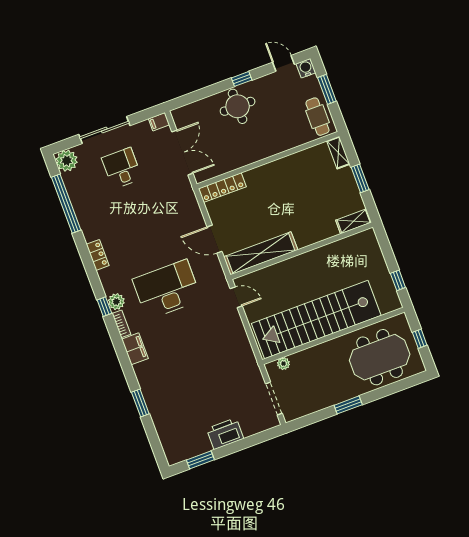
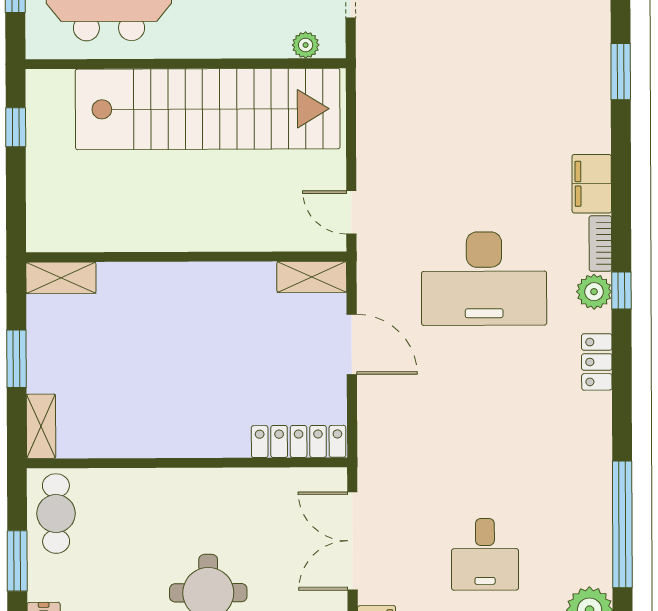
shelving: (261, 253) -> (312, 277), width x0.45, depth x0.75
locker: (98, 255) -> (597, 362), moved

